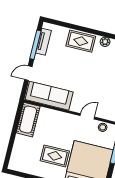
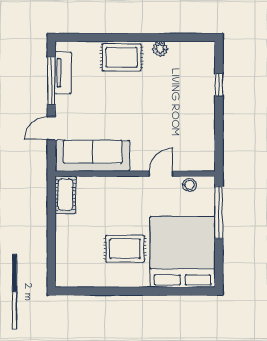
cot: (28, 120) -> (65, 195), width x0.73, depth x0.75

